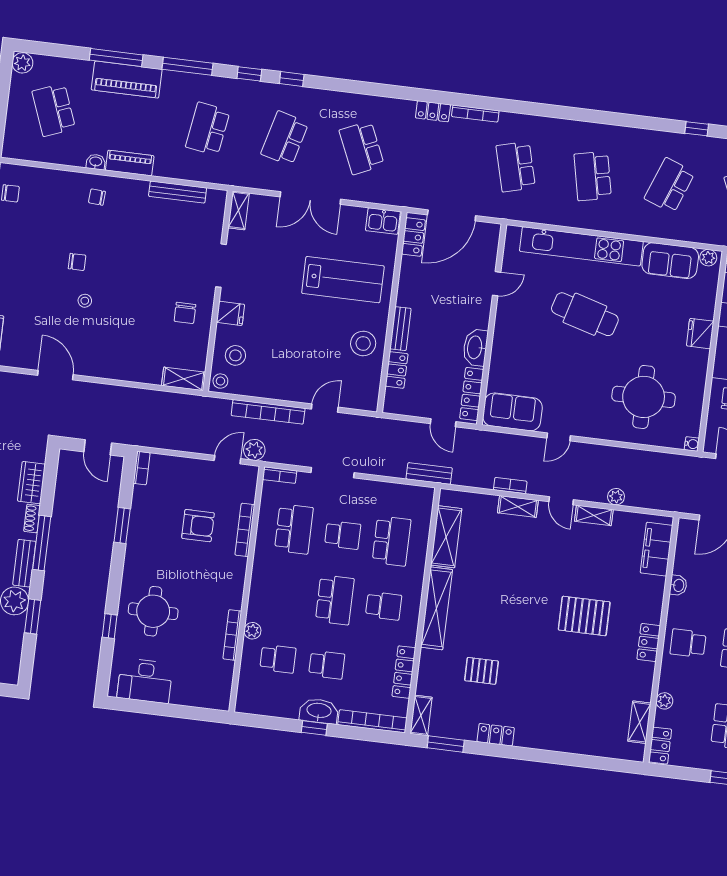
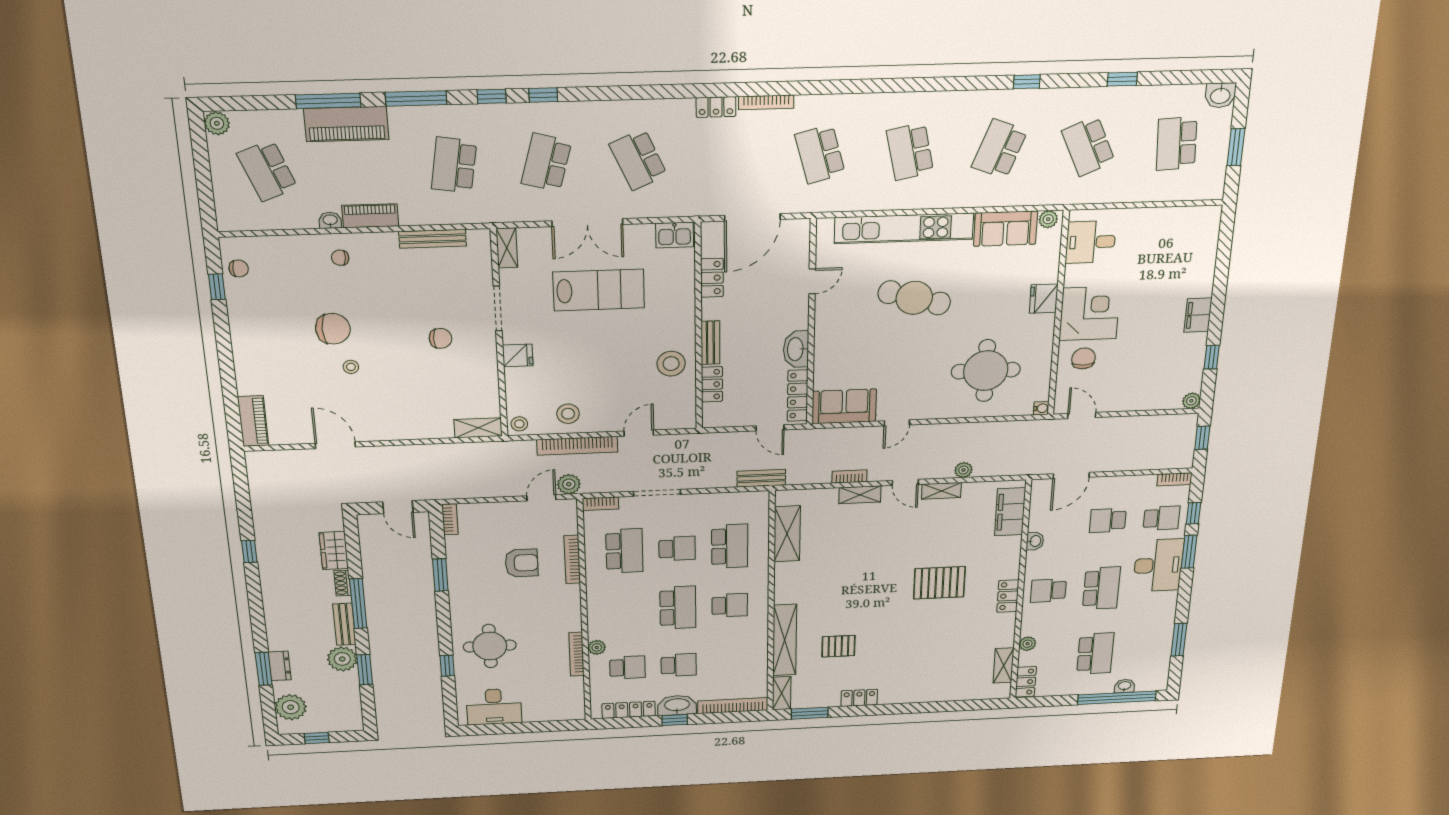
locker: (413, 237) -> (712, 278), moved
chair: (77, 262) -> (333, 329), width x1.87, depth x1.87
lab bench: (343, 280) -> (599, 290), moved
chair: (185, 313) -> (441, 338), moved, turned -90
stool: (235, 355) -> (568, 414), moved
shelving: (437, 608) -> (785, 640), moved
locker: (404, 672) -> (629, 710), moved, turned 90

